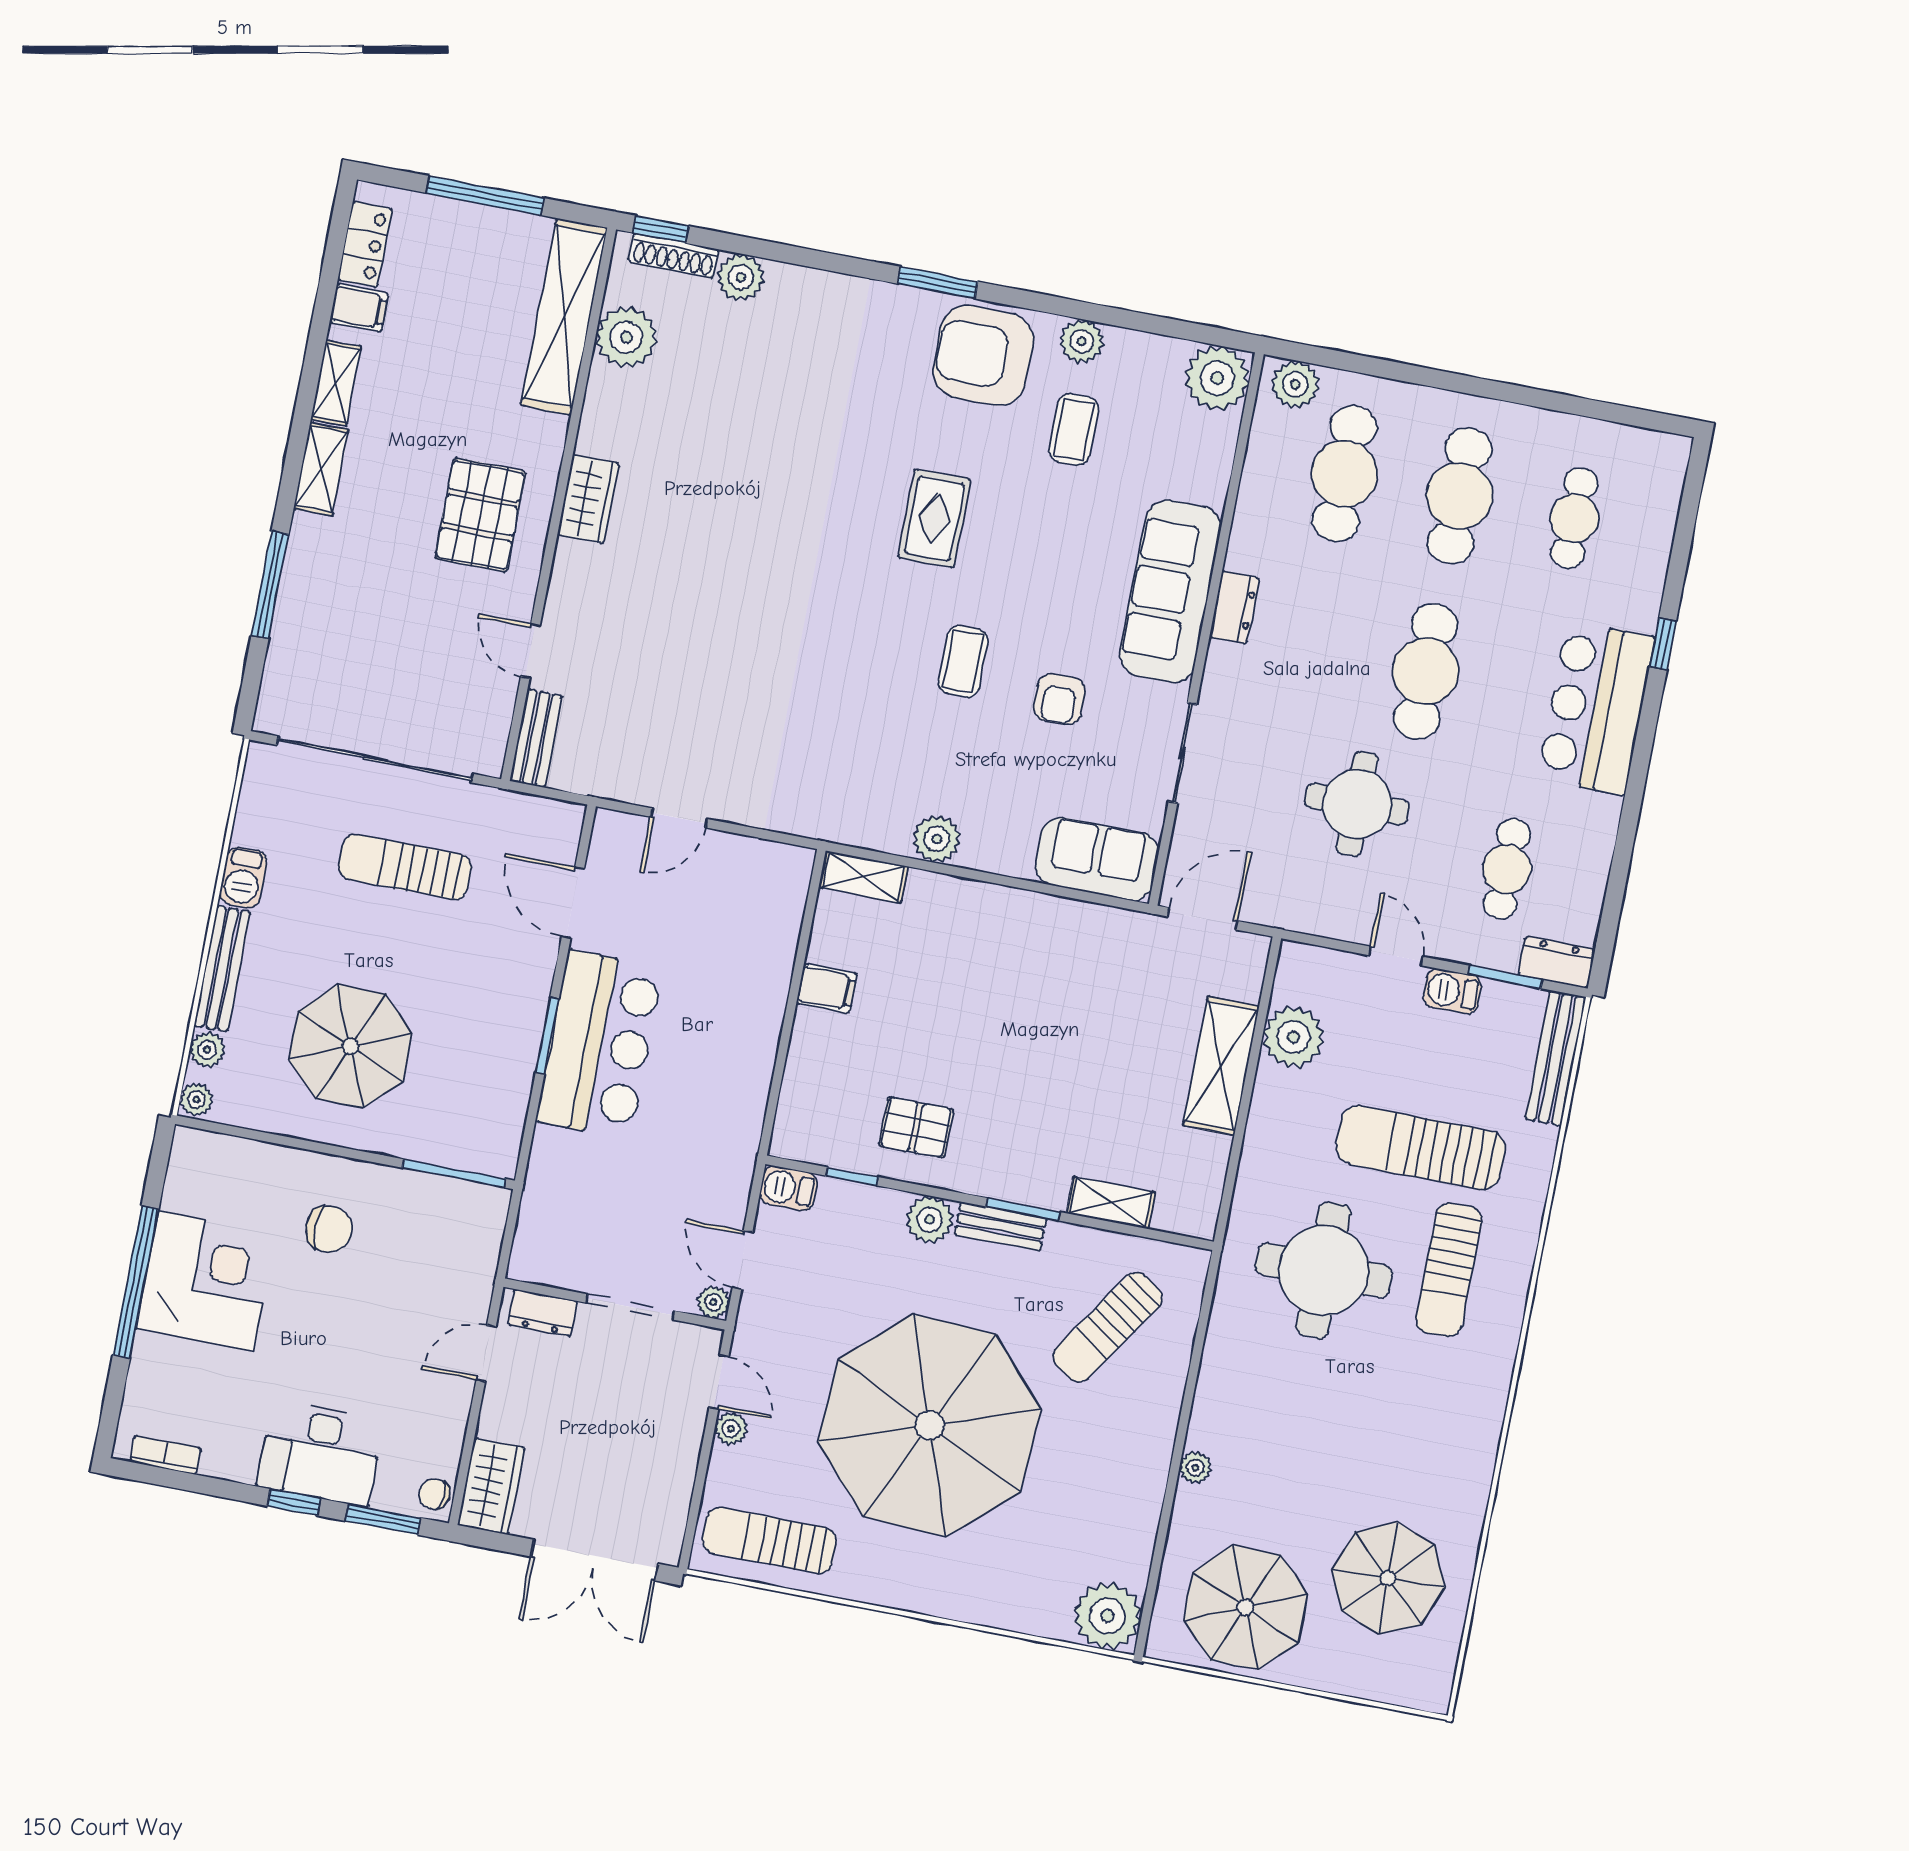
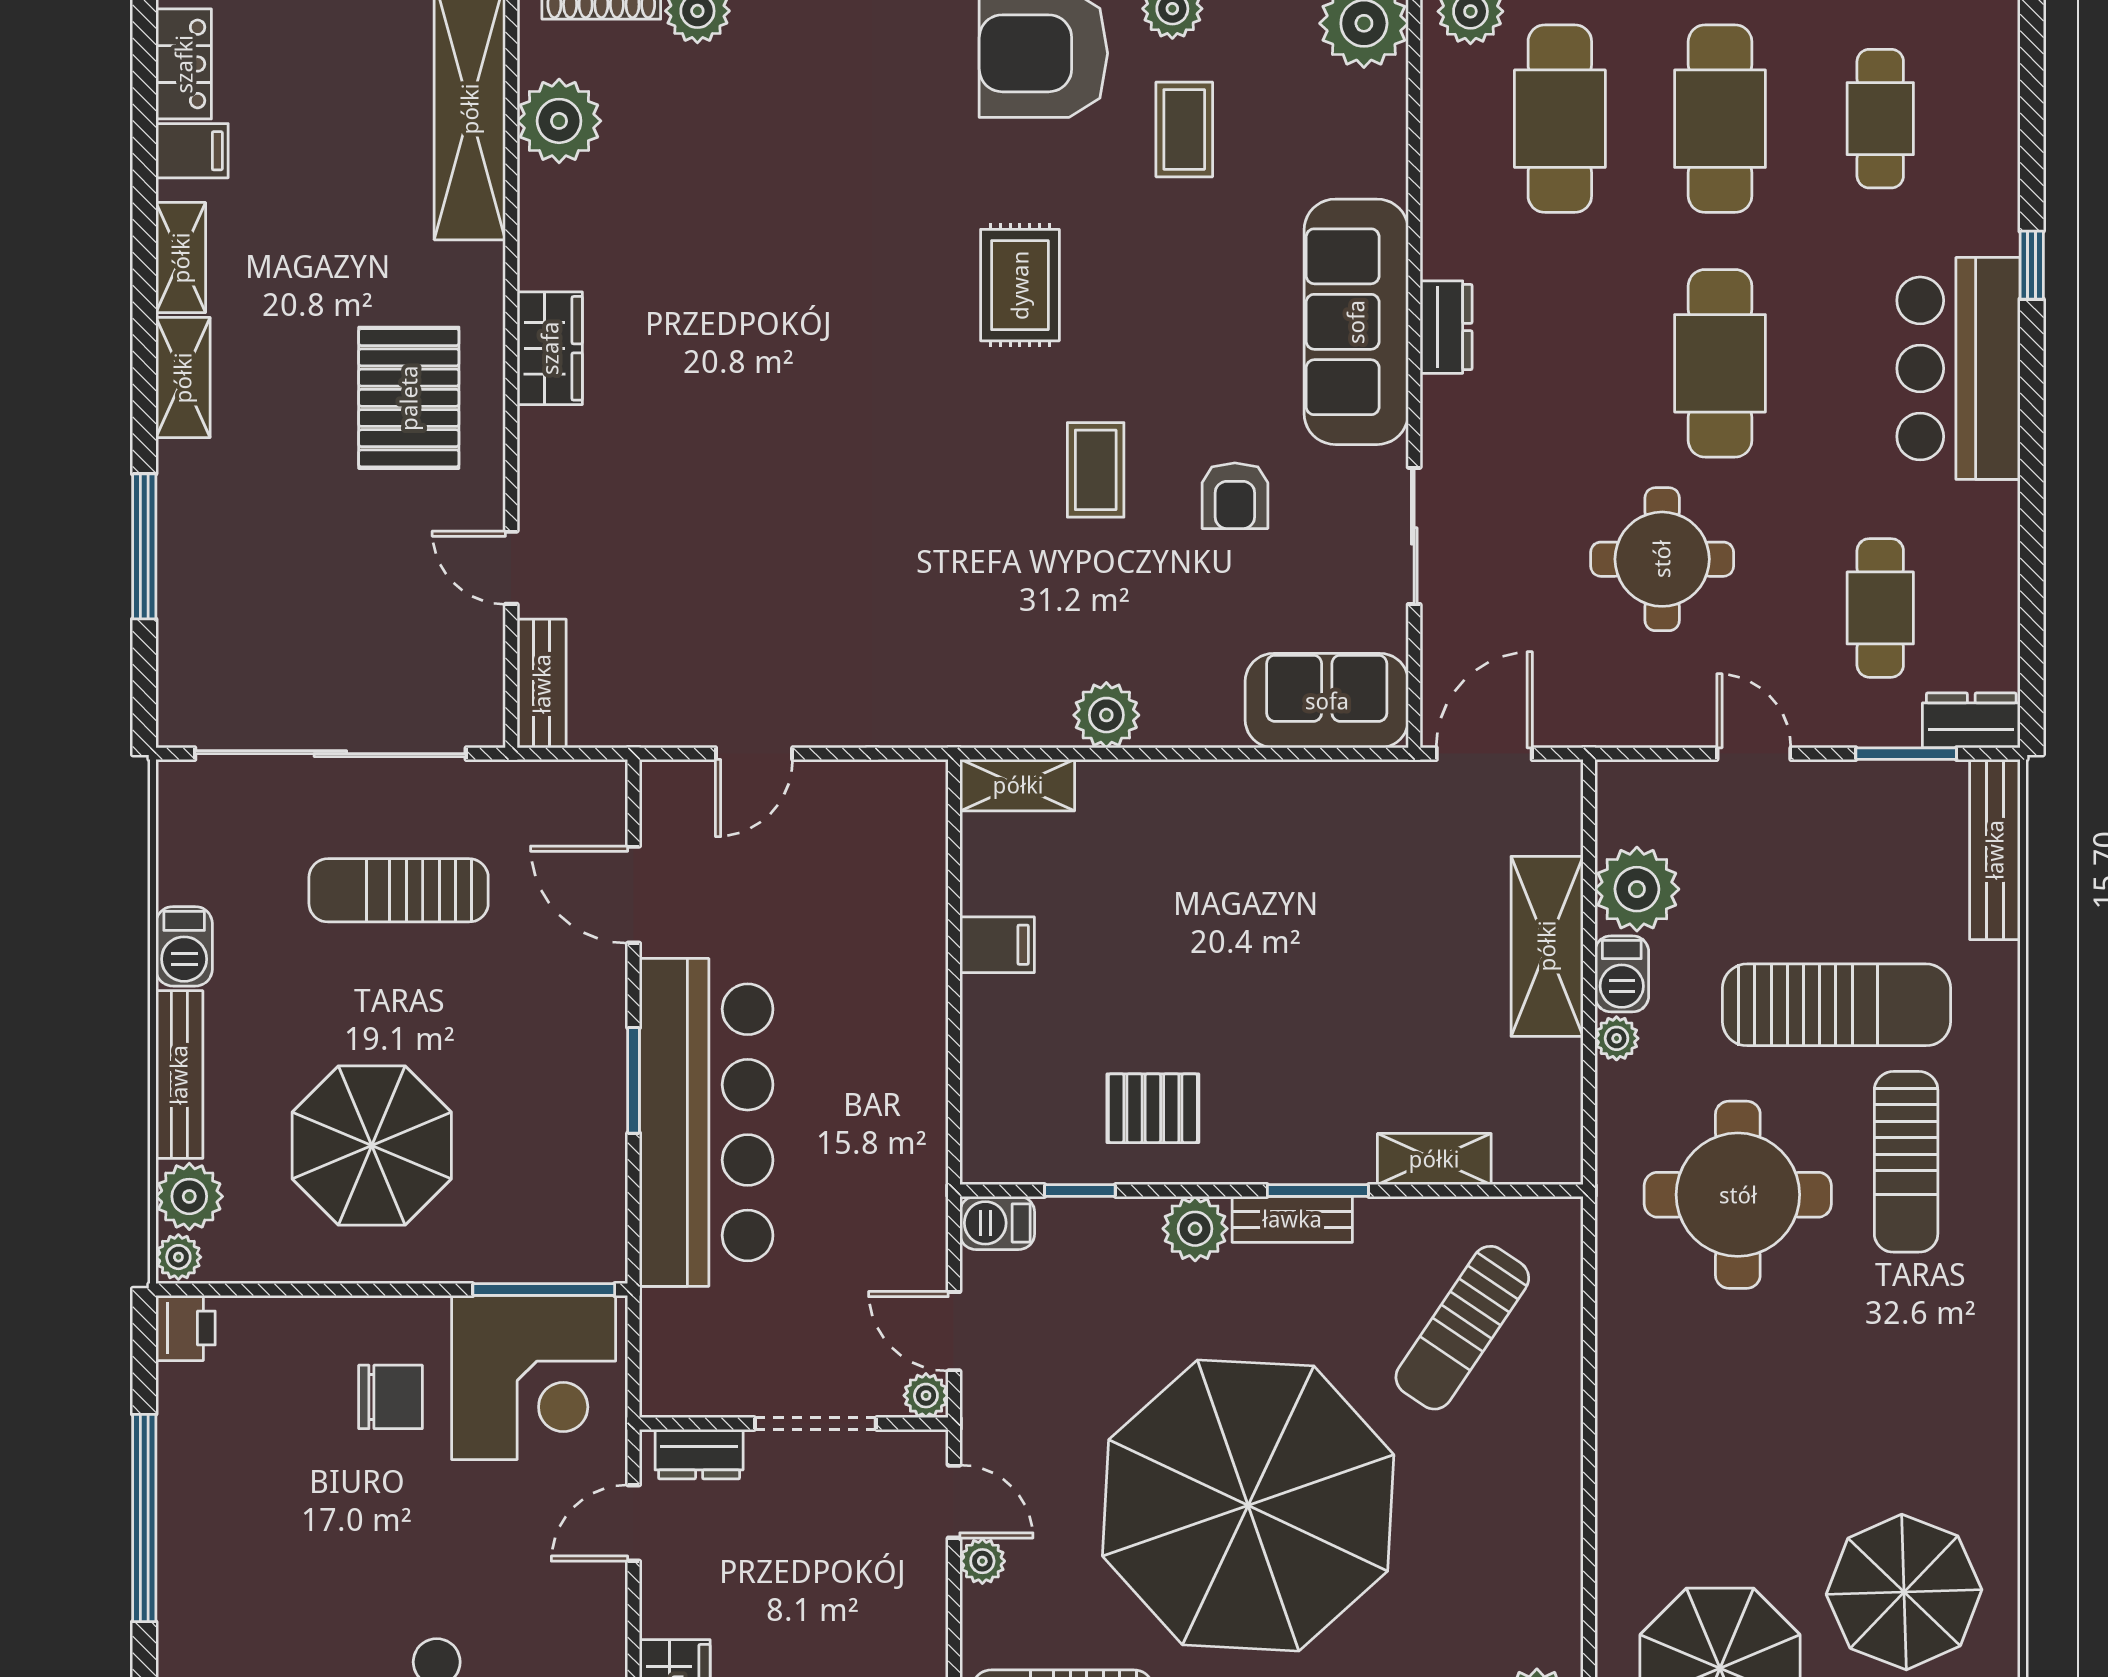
barbecue: (1452, 991) -> (1622, 974), moved, turned -90
bar counter: (600, 1044) -> (706, 1122), width x1.36
plant: (207, 1050) -> (189, 1196), width x1.38, depth x1.38
sun lounger: (1421, 1148) -> (1837, 1005), turned 180
printer: (192, 1151) -> (186, 1328), added
corner desk: (206, 1281) -> (534, 1377), moved, turned 90
plant: (1195, 1468) -> (1617, 1038), moved

